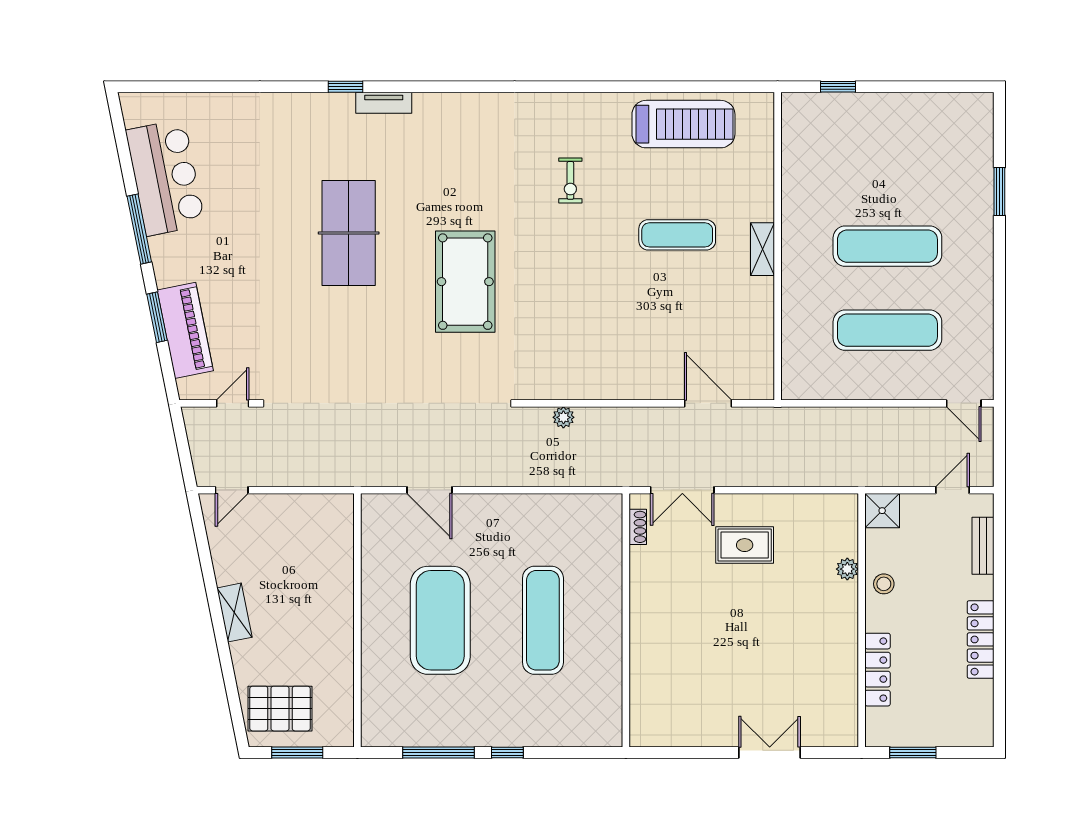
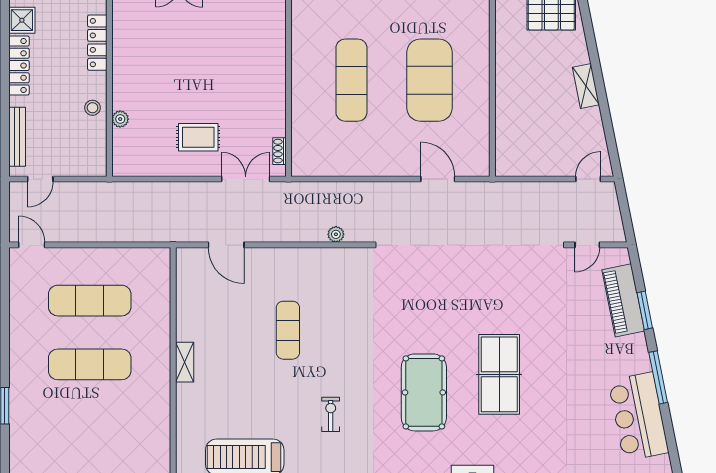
exercise mat: (677, 235) -> (288, 330), moved, turned 90
pool table: (465, 282) -> (424, 392), moved
shower: (882, 511) -> (22, 20), moved
bench: (983, 546) -> (17, 137), width x1.36

